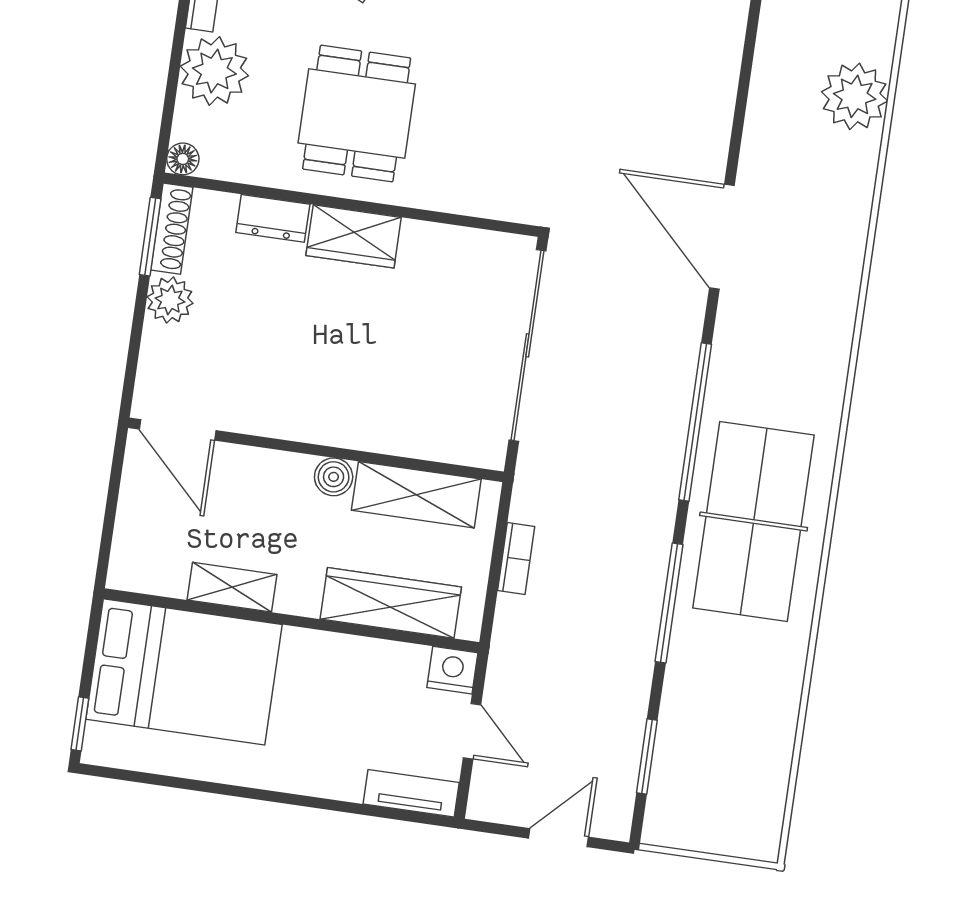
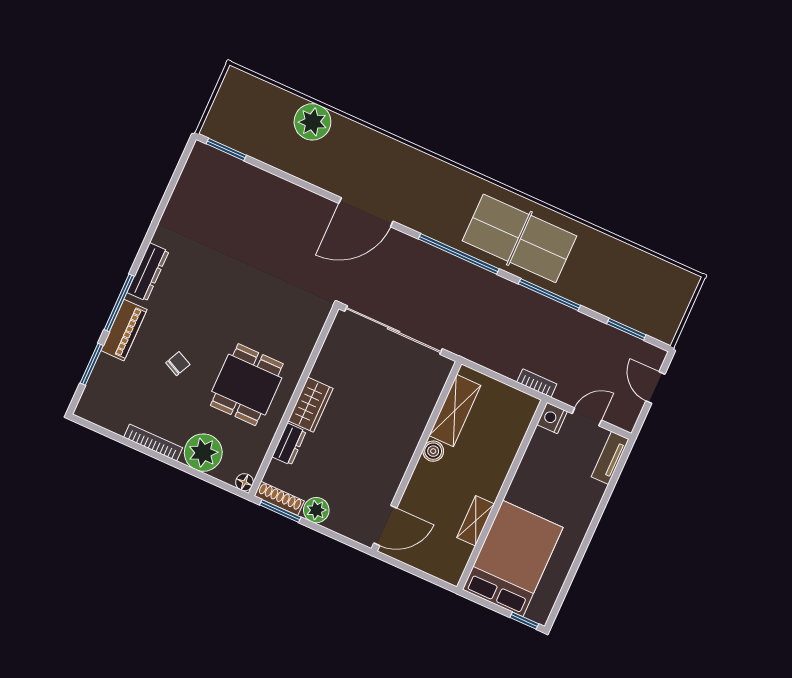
dining table: (357, 114) -> (247, 385), turned 90
bookcase: (516, 558) -> (537, 383), moved
wardrobe: (391, 603) -> (508, 440), removed

